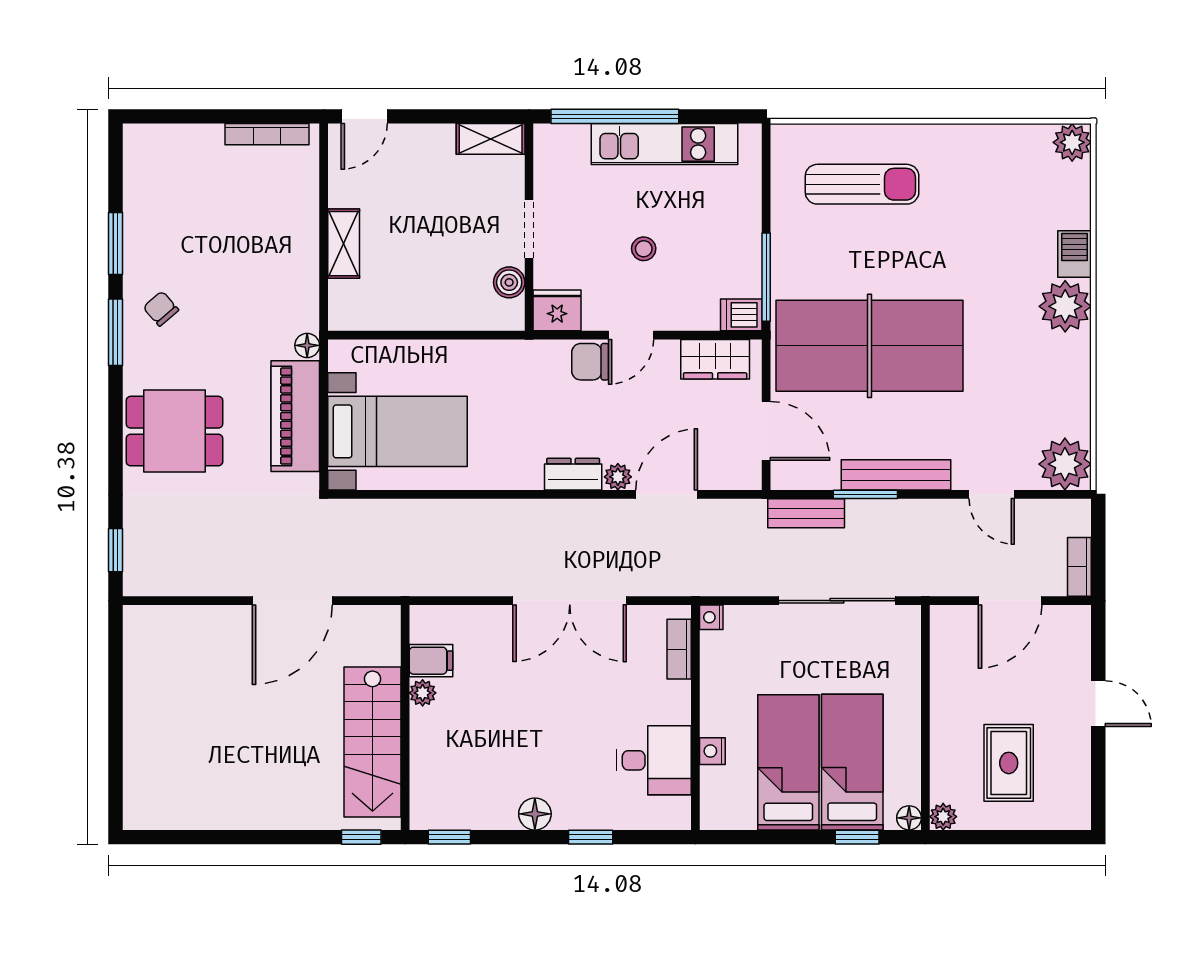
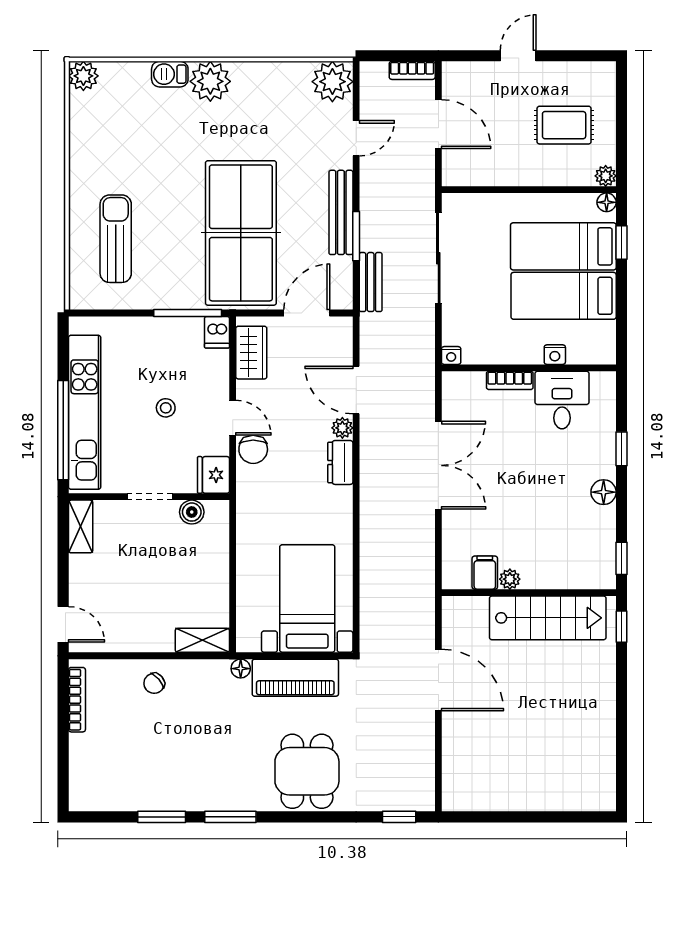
kitchen unit: (665, 144) -> (85, 412), width x1.36
shelving: (344, 244) -> (202, 640), moved
chair: (161, 309) -> (154, 683), moved
bookcase: (679, 649) -> (510, 380), moved

